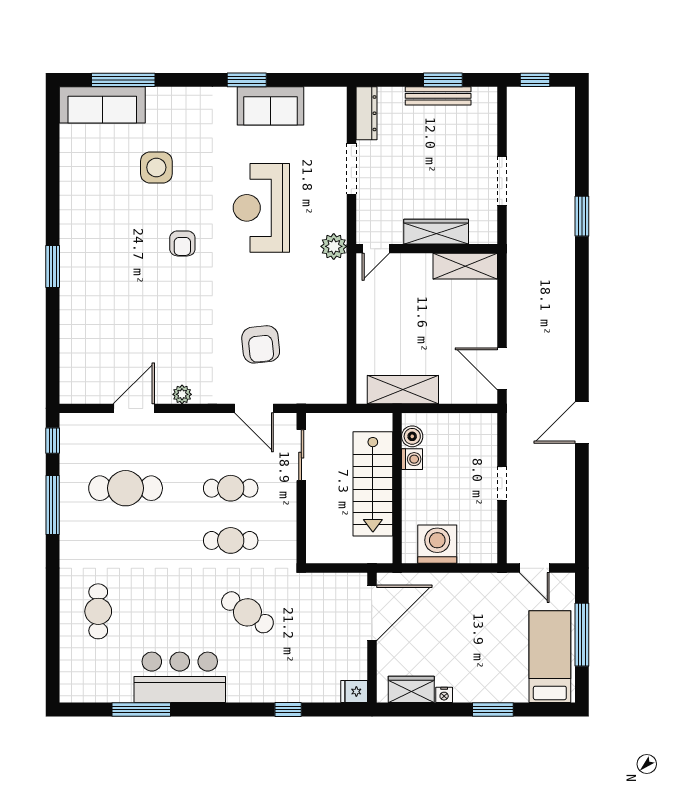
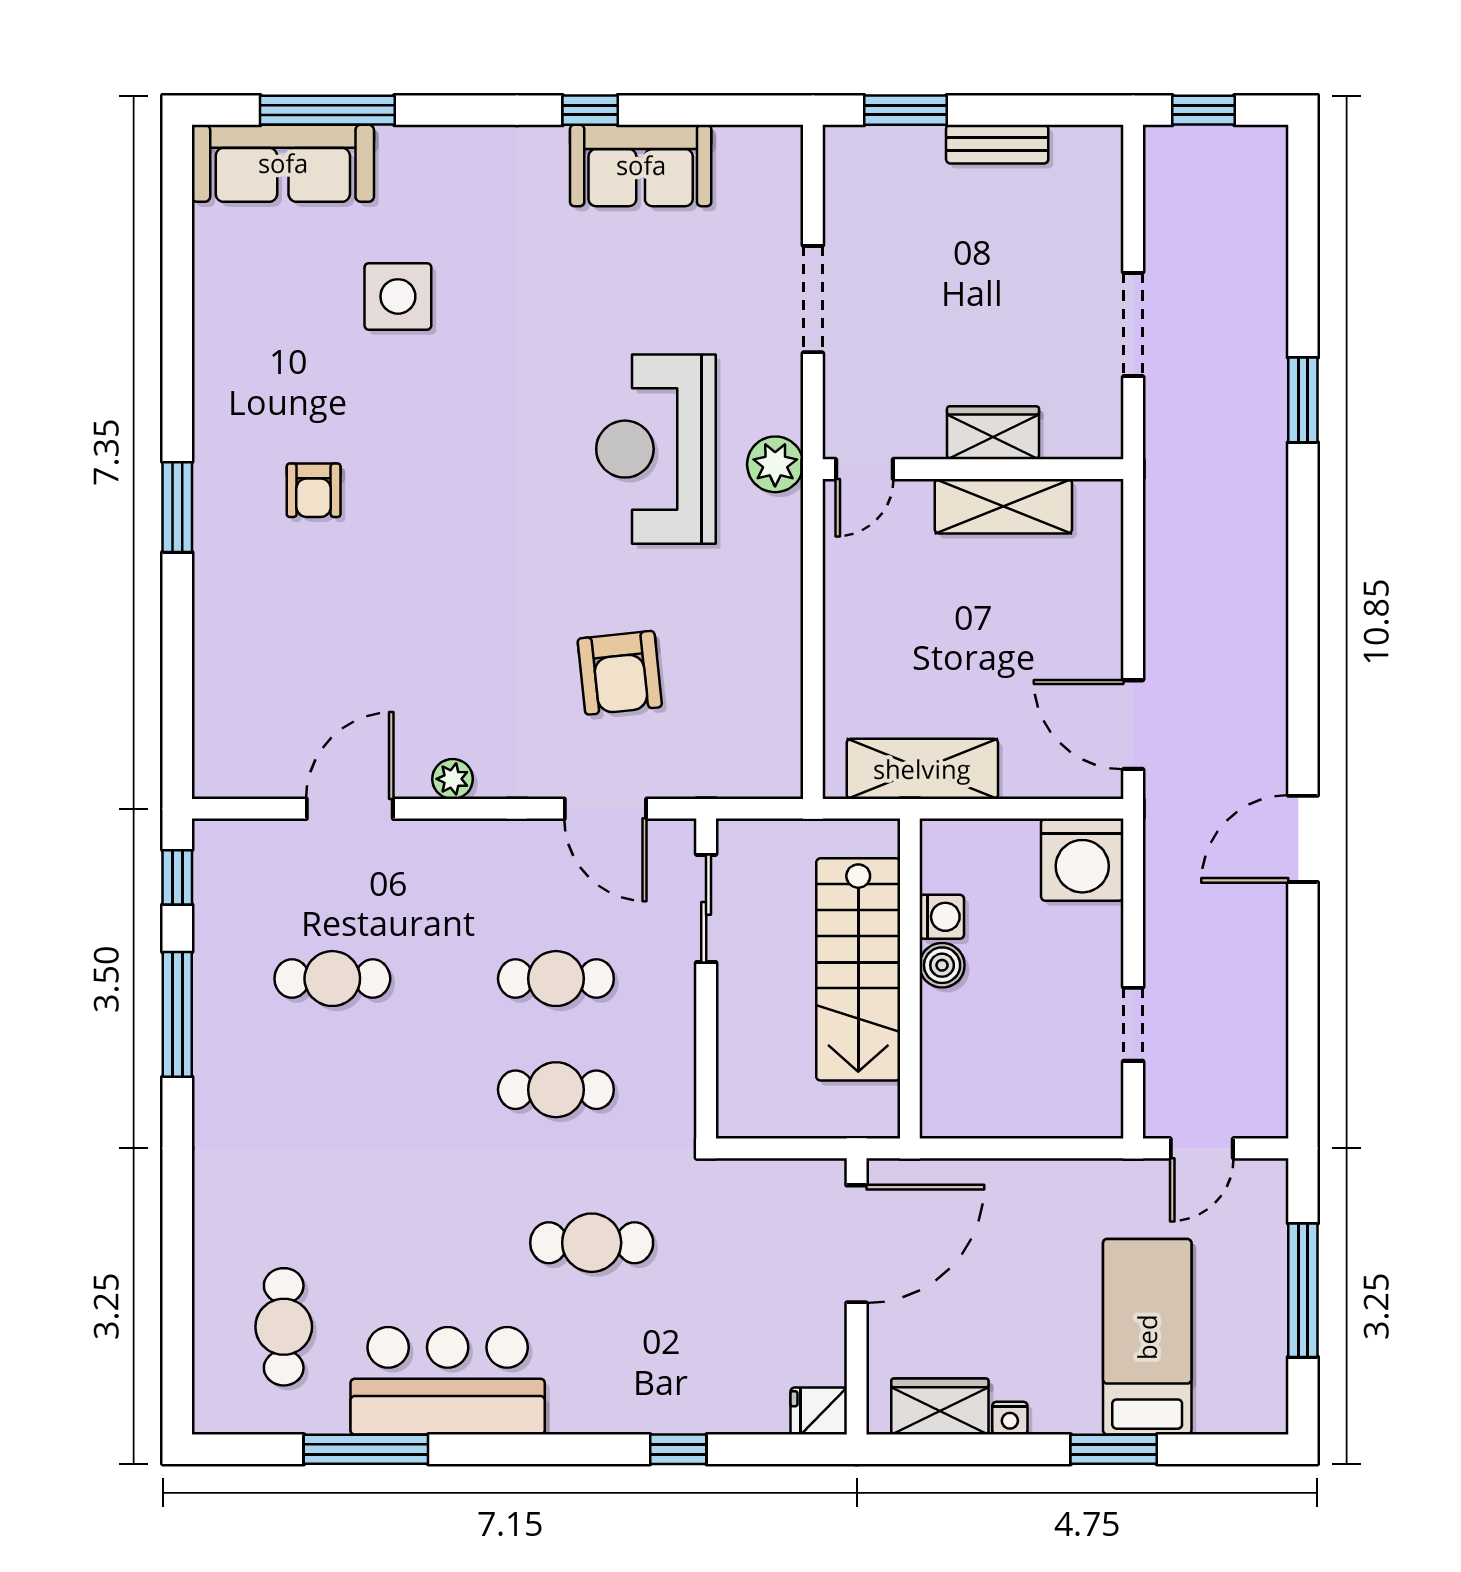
window: (247, 80) -> (590, 110), width x0.67
window: (443, 80) -> (905, 110), moved
bench: (438, 96) -> (997, 144), width x0.73
dresser: (366, 113) -> (845, 181), removed
reception desk: (261, 208) -> (656, 449), moved
wardrobe: (436, 232) -> (993, 433), width x0.67
armchair: (182, 243) -> (314, 490), moved
shelving: (465, 266) -> (1003, 506), moved
boiler: (412, 436) -> (942, 965), moved
doorway: (502, 483) -> (1133, 1024), moved
cafe table: (126, 488) -> (332, 979), width x0.73, depth x0.74
washing machine: (437, 544) -> (1082, 860), moved, turned 180
door: (534, 568) -> (1202, 1148), hinge flipped
cafe table: (98, 611) -> (284, 1327), moved
cafe table: (247, 612) -> (592, 1243), turned -34
bed: (550, 657) -> (1147, 1337), moved

